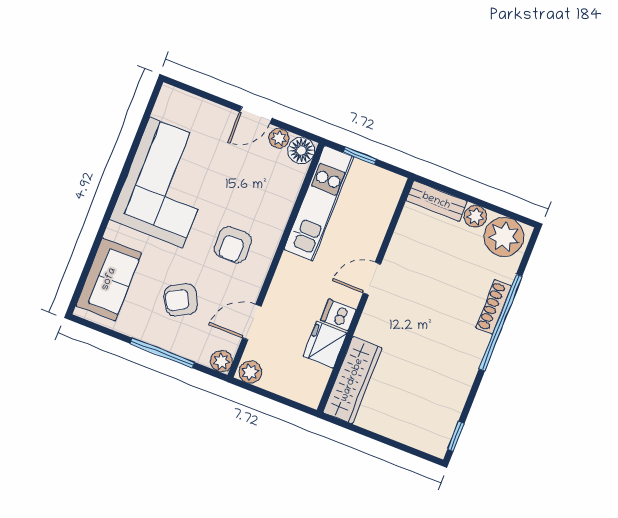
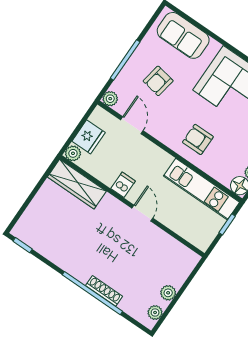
bench: (436, 201) -> (185, 269), removed
plant: (504, 237) -> (155, 313), width x0.53, depth x0.53
armchair: (233, 245) -> (198, 139), moved
armchair: (181, 300) -> (158, 81), turned -141
fridge: (325, 345) -> (89, 137), moved, turned 90
plant: (250, 372) -> (73, 153), moved

